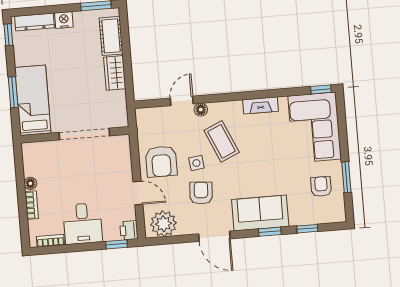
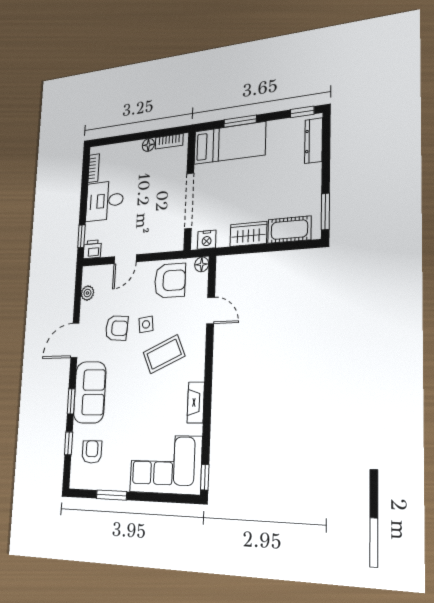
nightstand: (64, 20) -> (207, 240), moved, turned 90
floor lamp: (201, 110) -> (202, 264), moved
armchair: (161, 161) -> (170, 281), moved, turned 180
armchair: (321, 187) -> (92, 452), moved, turned -90
bookcase: (32, 205) -> (169, 141), moved
plant: (163, 224) -> (87, 293), width x0.53, depth x0.53

